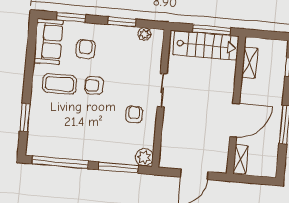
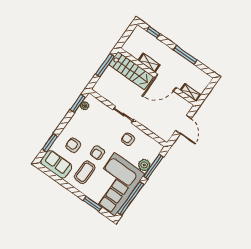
window: (122, 22) -> (78, 104), moved
stairs: (206, 45) -> (131, 71), moved, turned 90
shelving: (250, 63) -> (149, 63), moved
door: (235, 120) -> (165, 83), swing flipped
corner sofa: (66, 131) -> (115, 184), added
plant: (144, 157) -> (144, 165), moved

